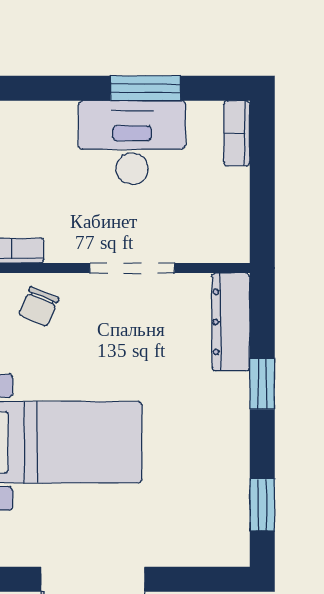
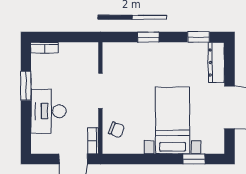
desk: (132, 143) -> (48, 111), moved
dresser: (231, 322) -> (216, 62), moved, turned 90

